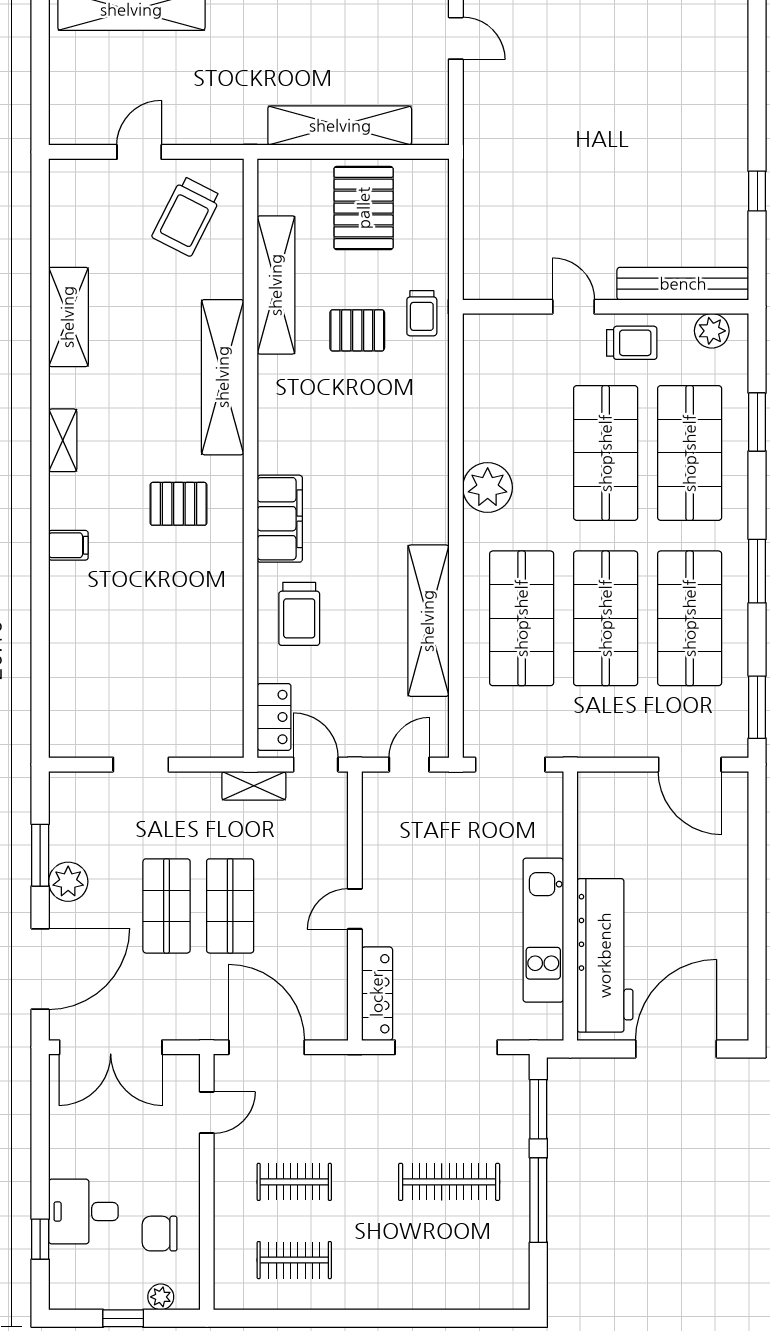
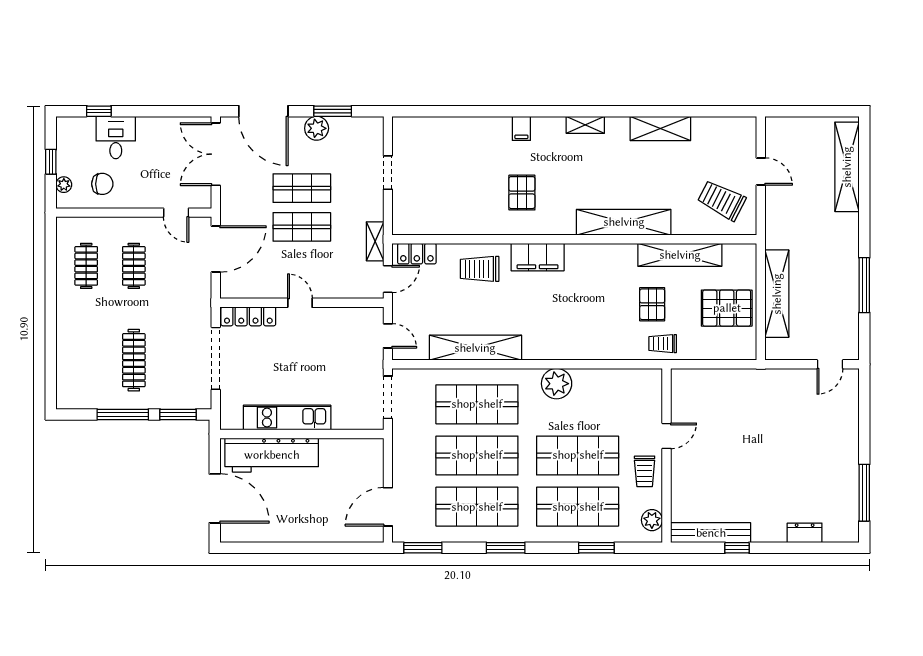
dresser: (733, 80) -> (805, 533), added
bench: (683, 284) -> (711, 533), moved, turned 90
pallet: (178, 504) -> (522, 193), moved
chair: (160, 1234) -> (102, 184), turned 90

